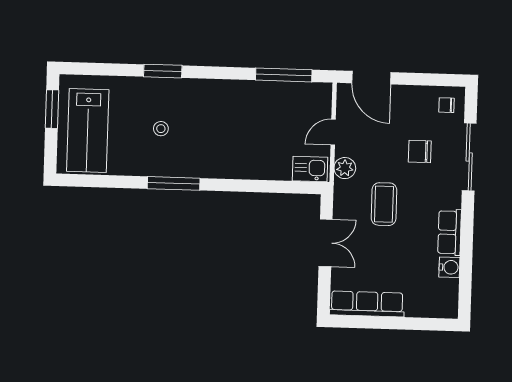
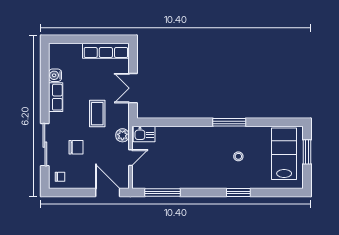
window: (52, 109) -> (307, 152), moved

